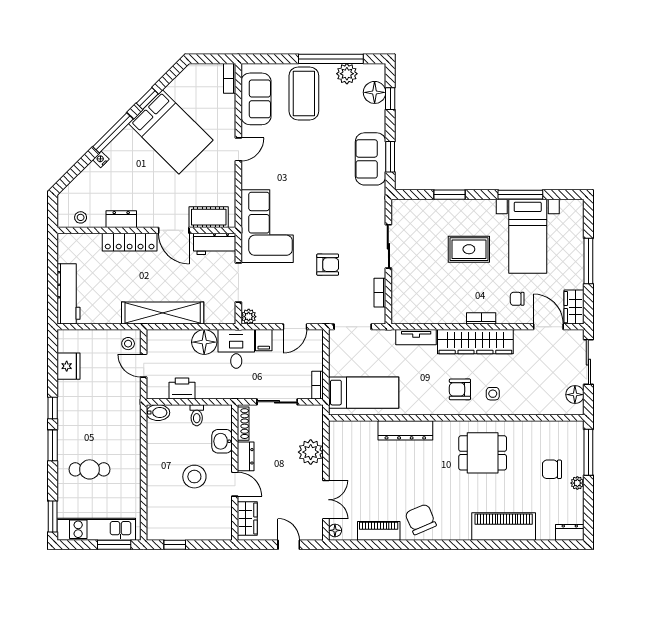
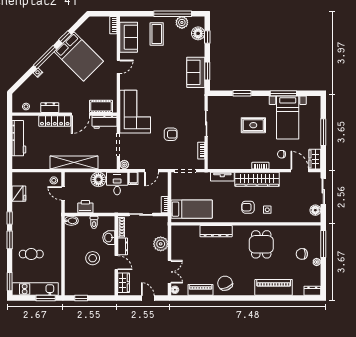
coffee table: (304, 93) -> (157, 34), width x0.73, depth x0.76
door: (174, 230) -> (80, 114), hinge flipped
workbench: (68, 294) -> (19, 138), moved
dining table: (483, 453) -> (261, 244), turned 90

